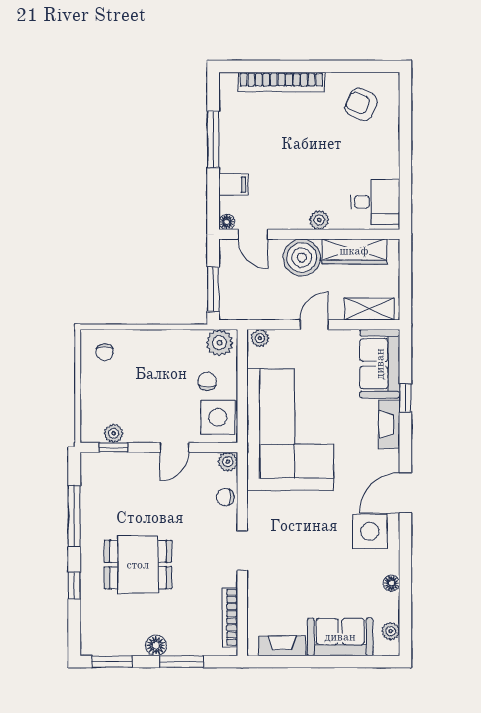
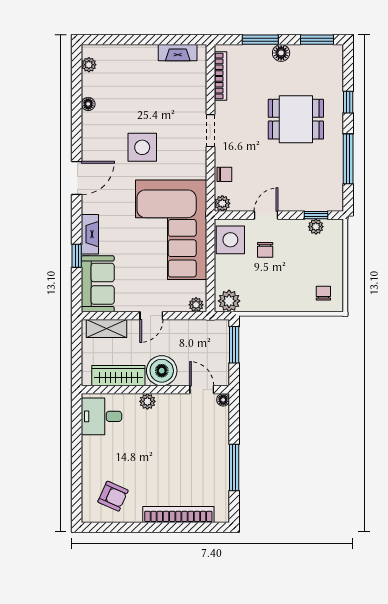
filing cabinet: (233, 184) -> (218, 431), removed
chair: (207, 381) -> (265, 250), moved
side table: (370, 531) -> (142, 147), moved
sofa: (340, 637) -> (130, 60), removed

